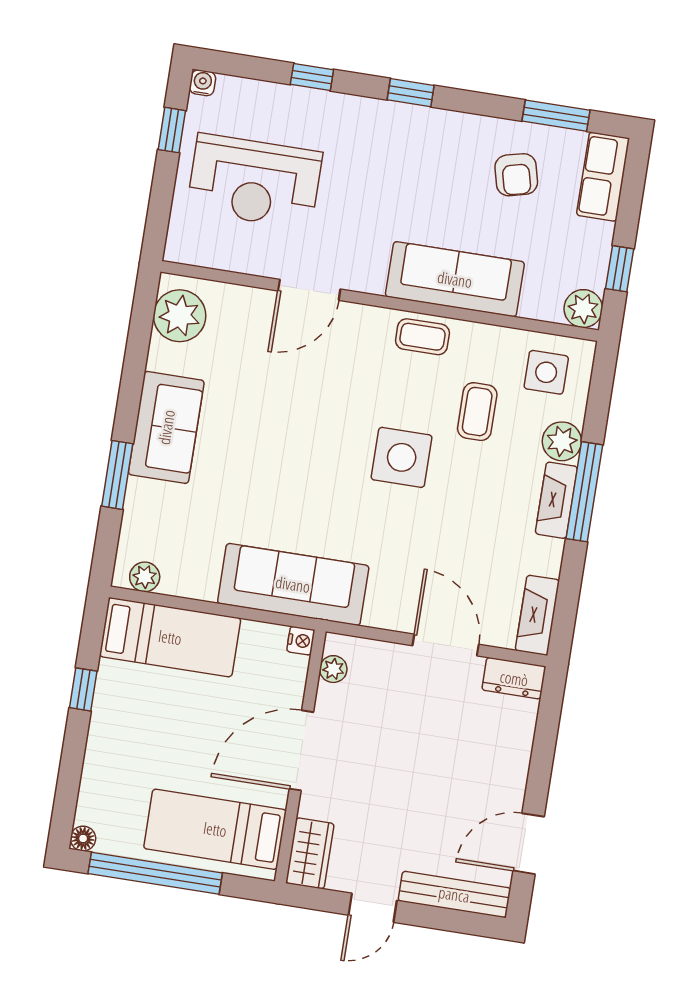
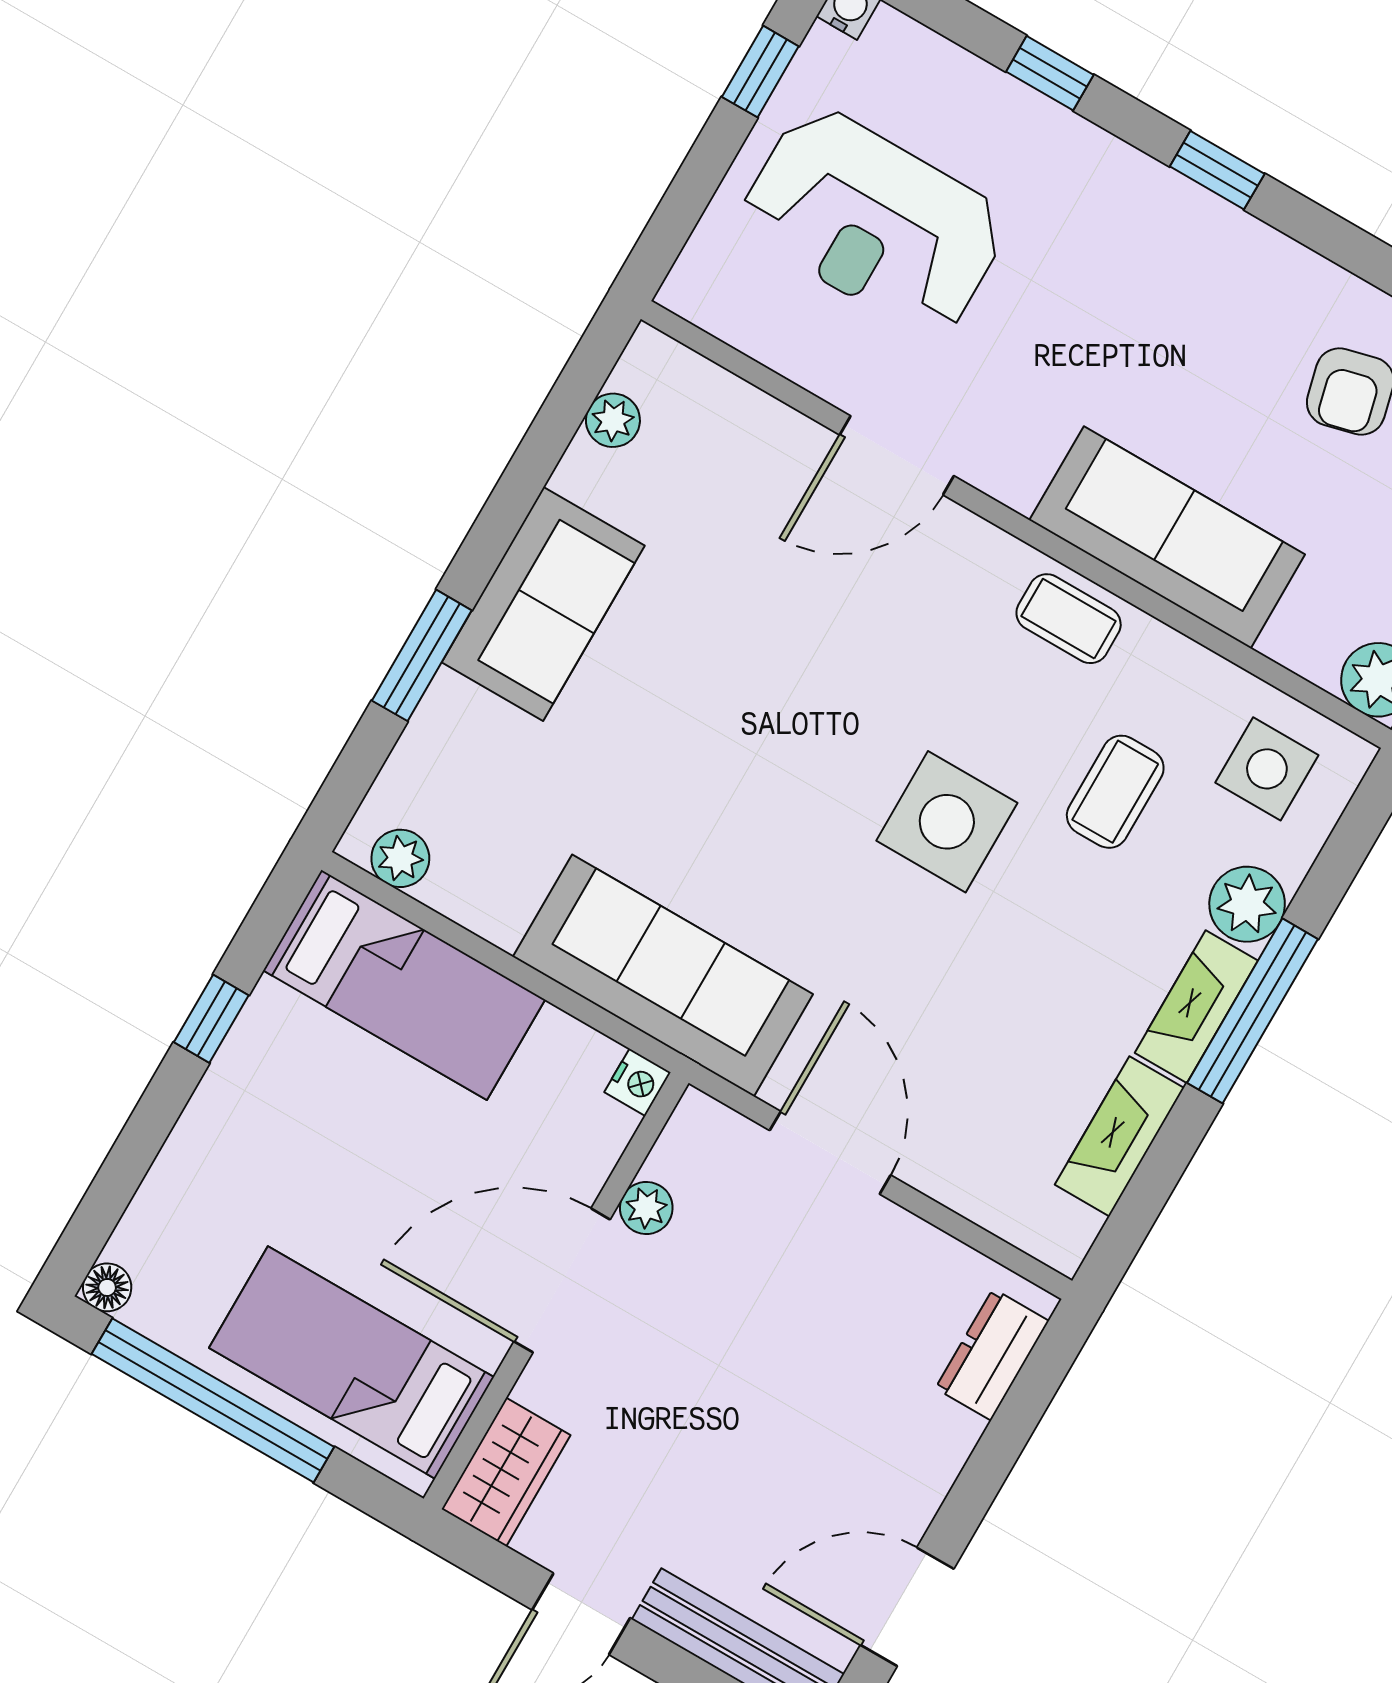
plant: (180, 316) -> (613, 420), width x0.53, depth x0.53
fireplace: (537, 615) -> (1119, 1136), moved
door: (446, 645) -> (830, 1153), moved
plant: (333, 669) -> (646, 1208), moved
dresser: (514, 678) -> (992, 1355), moved, turned 90

